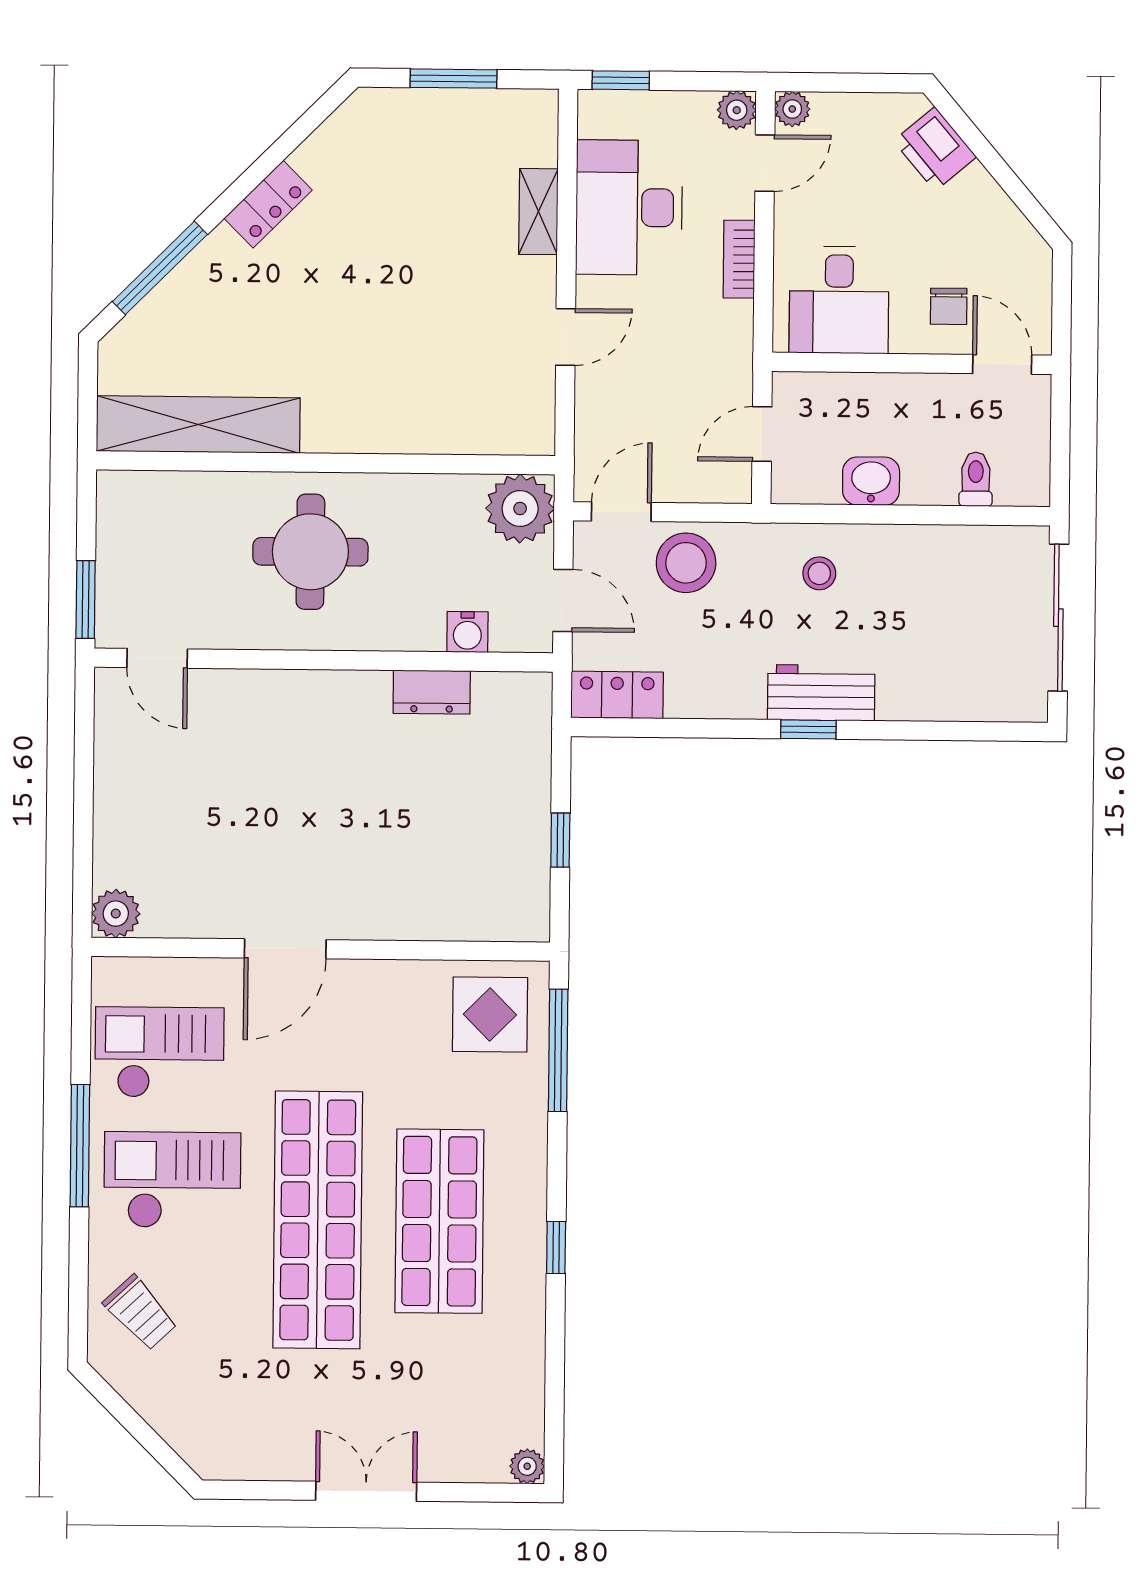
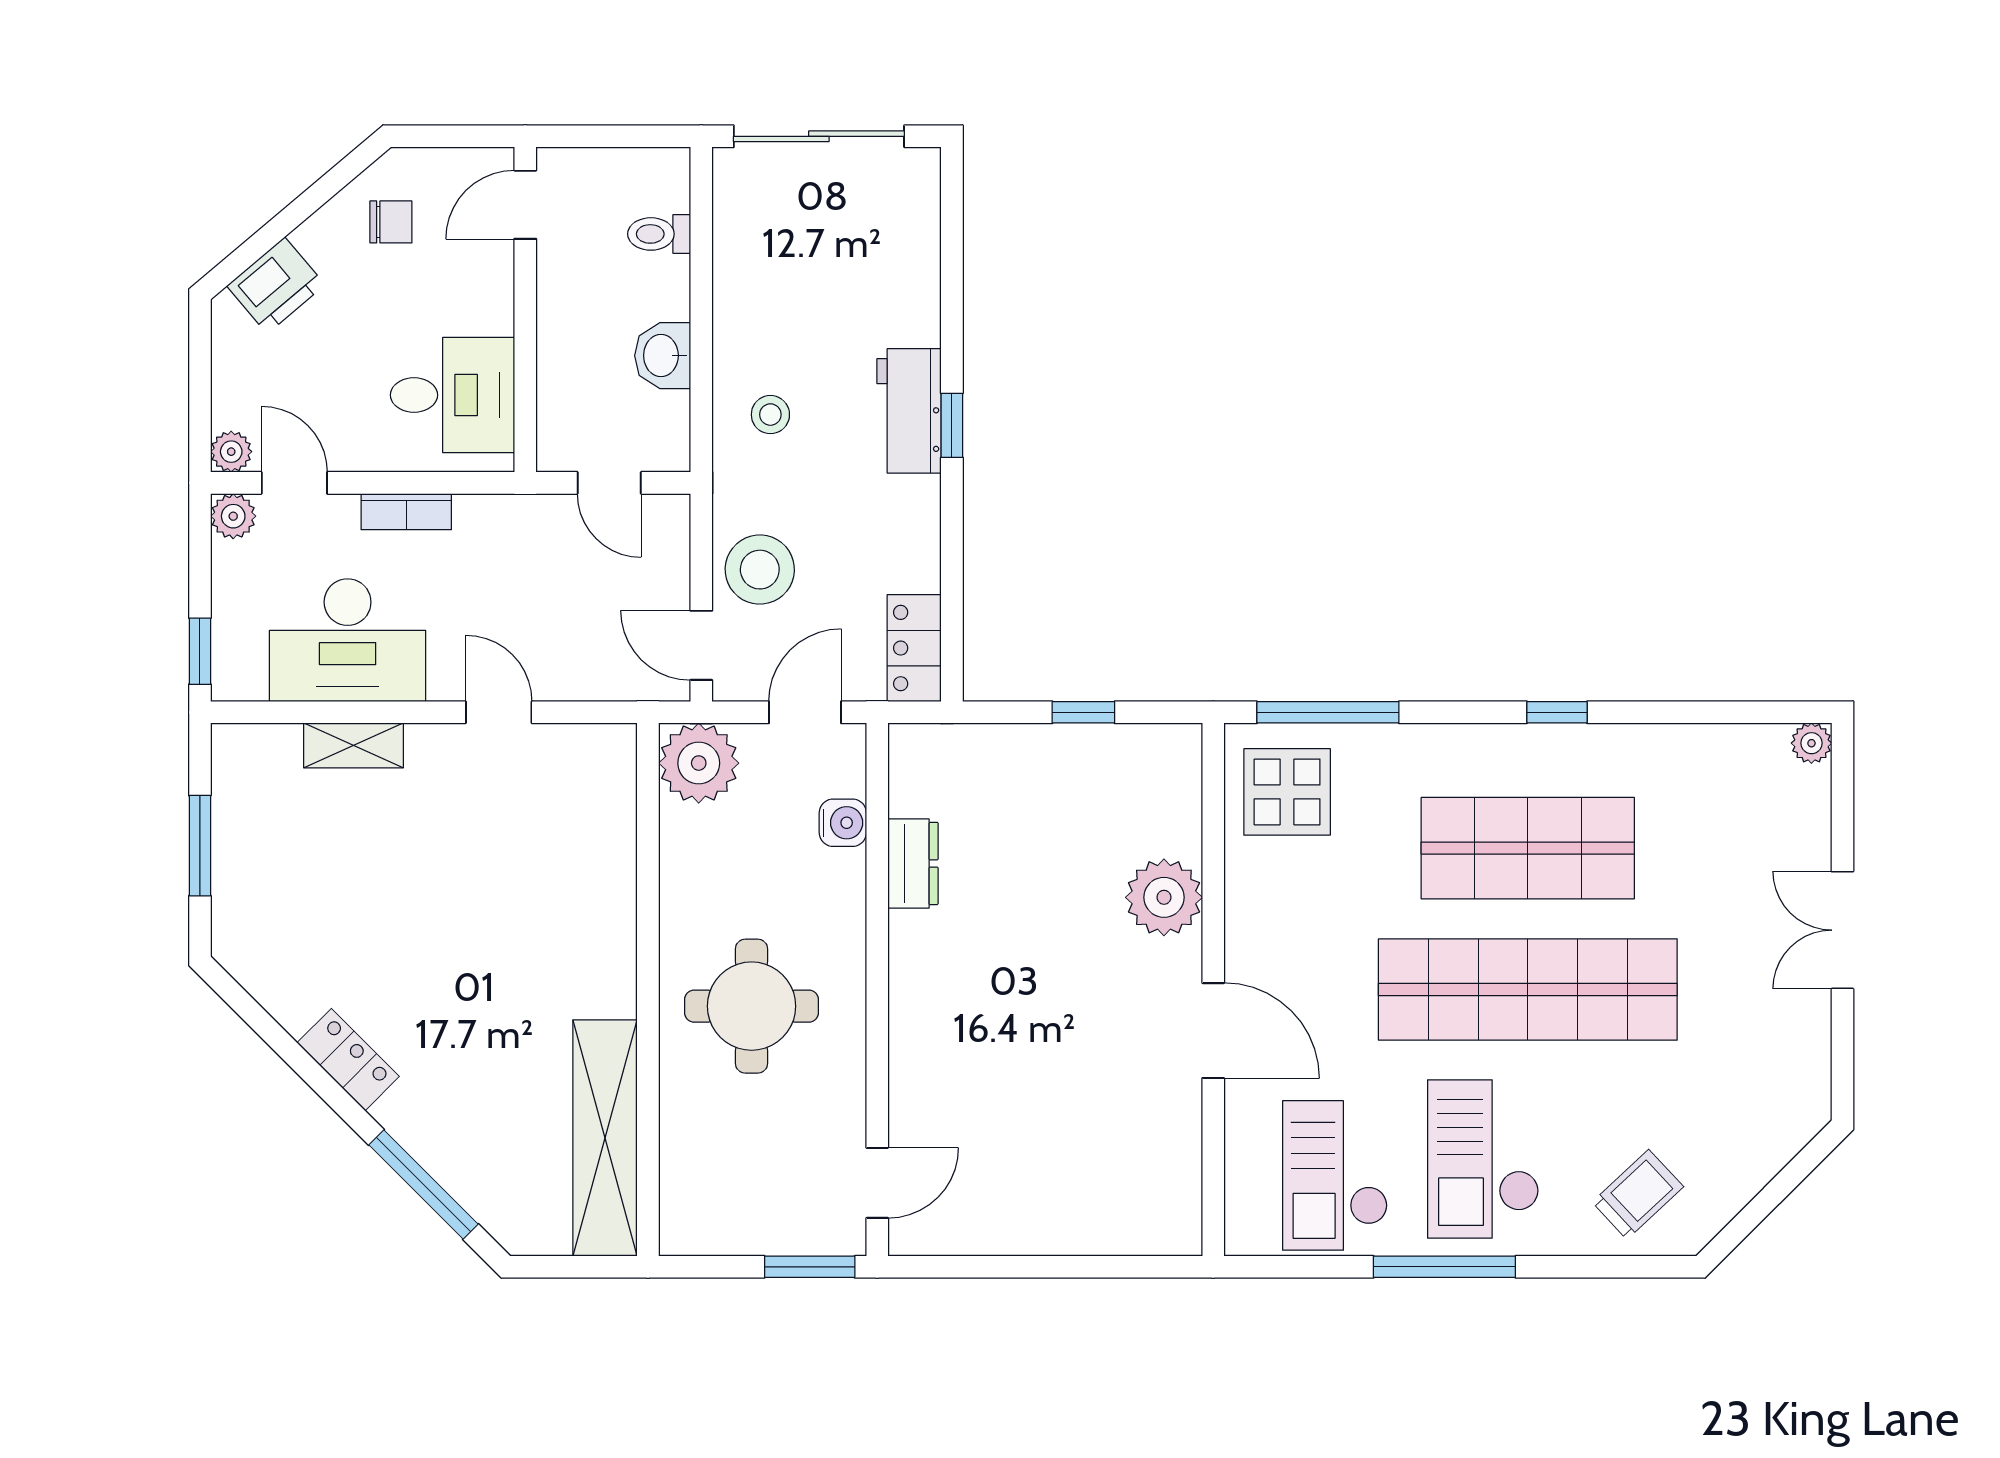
chair: (949, 306) -> (391, 222), moved
plant: (116, 914) -> (1164, 897), moved, width x1.36, depth x1.36

